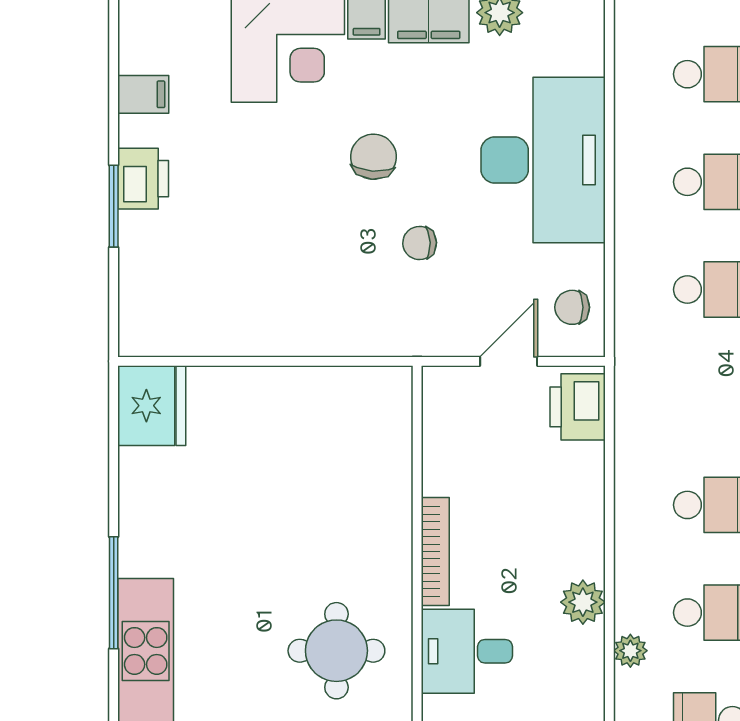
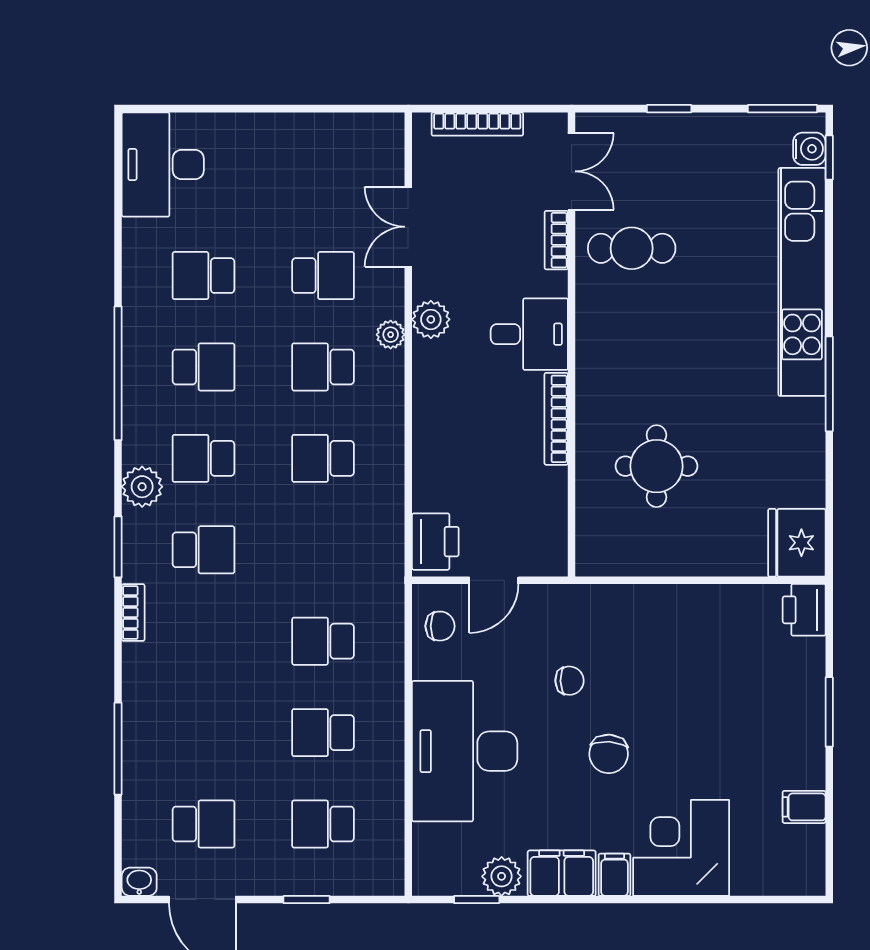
printer: (143, 179) -> (804, 610), moved
plant: (583, 602) -> (431, 319), moved
round table: (336, 651) -> (656, 466), moved

